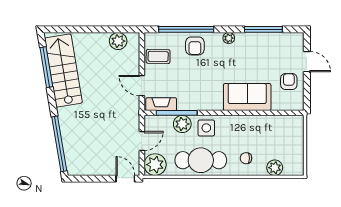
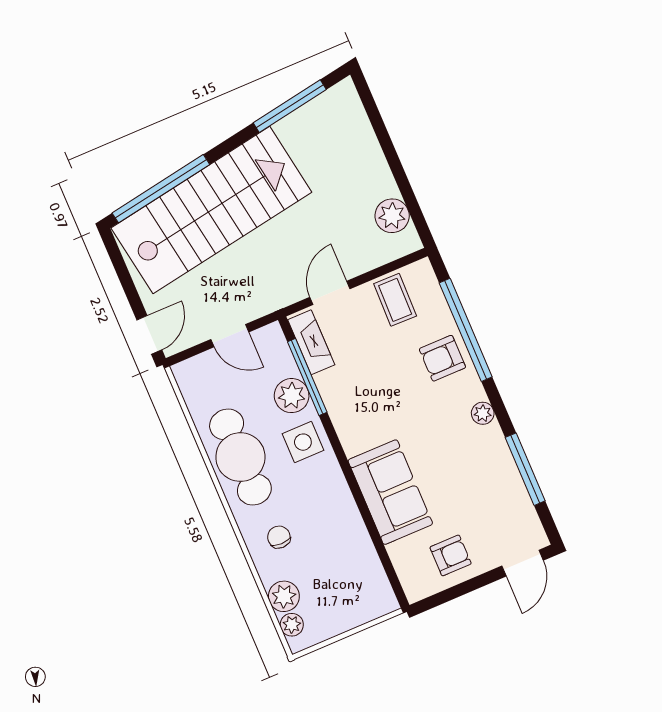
door: (307, 62) -> (523, 563), moved
stairs: (63, 70) -> (211, 210), moved, width x1.36, depth x1.51
plant: (155, 165) -> (292, 625), moved, width x0.53, depth x0.53

